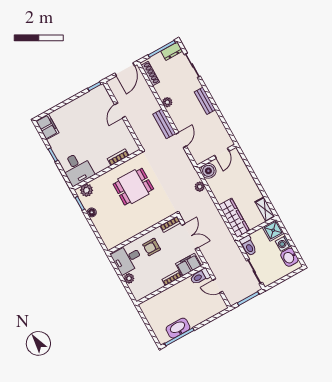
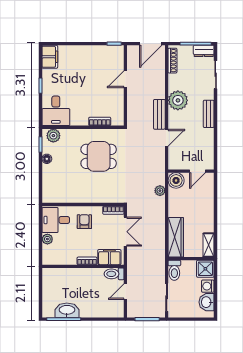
plant: (167, 102) -> (178, 100), width x1.88, depth x1.88
armchair: (152, 247) -> (84, 222), turned 90
door: (218, 286) -> (125, 292), hinge flipped

